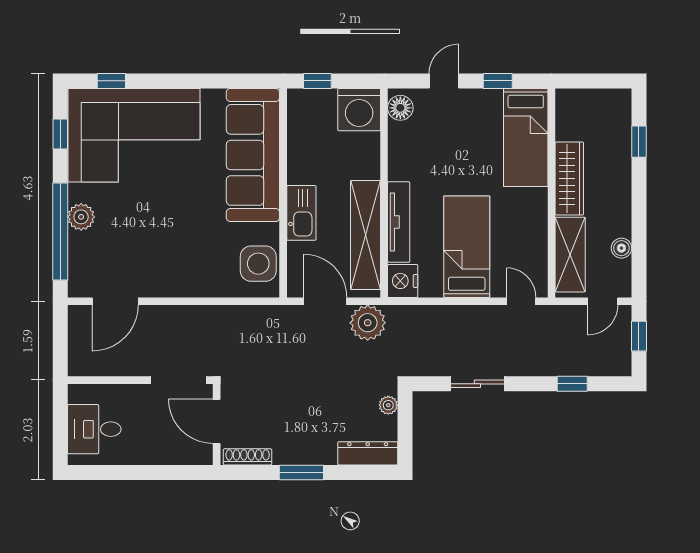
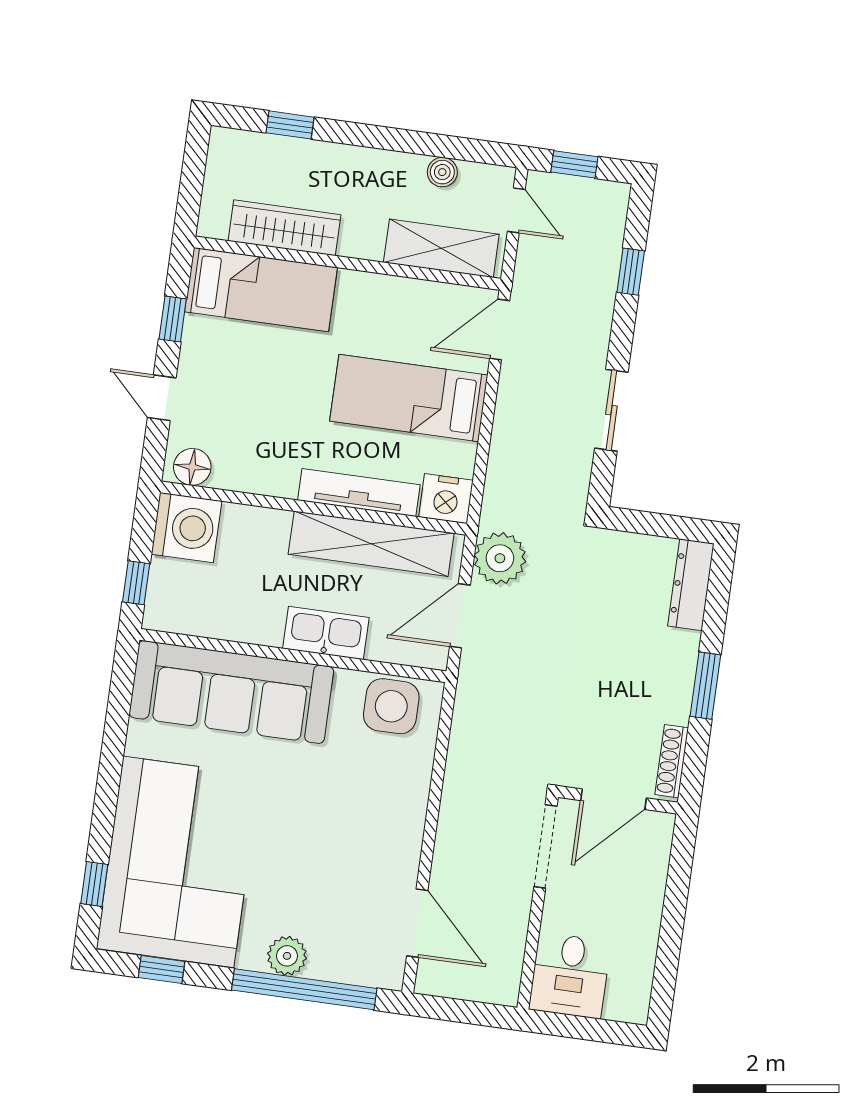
wardrobe: (569, 179) -> (284, 228), moved
door: (521, 301) -> (500, 330), width x1.38
plant: (388, 405) -> (625, 545), removed
desk: (94, 429) -> (570, 975), moved

